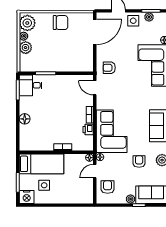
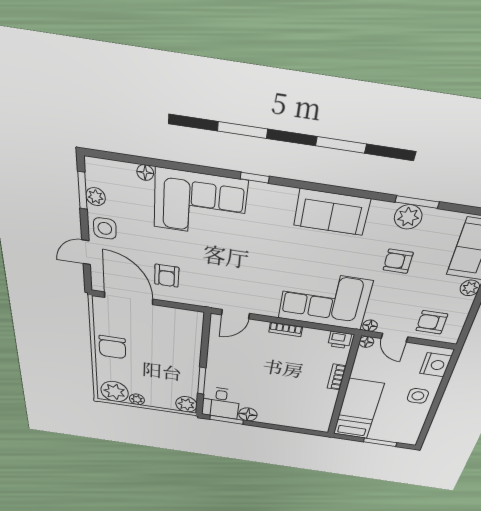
chair: (61, 23) -> (112, 347), turned 180
plant: (26, 48) -> (186, 404), moved
armchair: (109, 68) -> (167, 276), moved
floor lamp: (25, 119) -> (248, 414), moved
printer: (88, 130) -> (340, 340), moved
side table: (44, 185) -> (418, 396), moved
nightstand: (27, 197) -> (436, 365), moved

